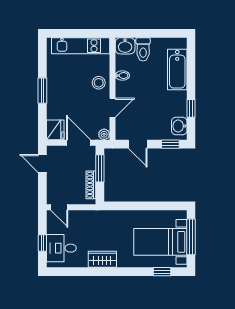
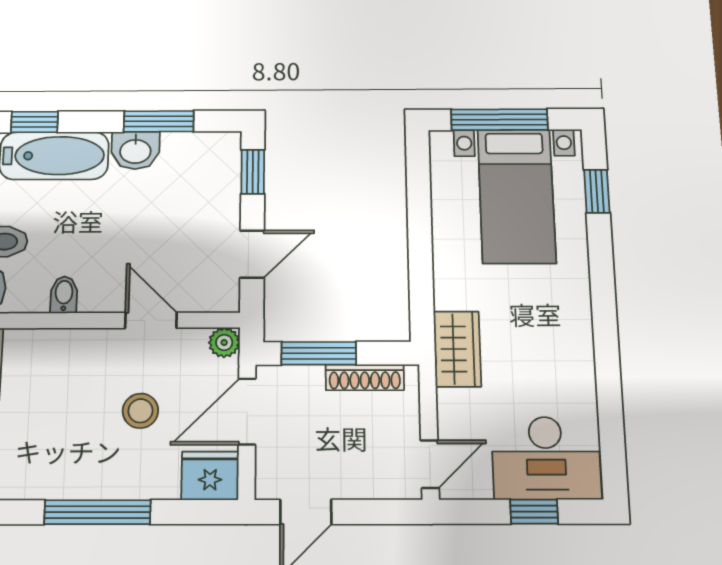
window: (191, 61) -> (34, 122), added
stool: (99, 83) -> (140, 411), moved
window: (42, 91) -> (97, 512), width x1.44
window: (191, 108) -> (159, 121), width x1.50
washbasin: (179, 126) -> (135, 150), moved
desk: (61, 248) -> (546, 458), width x1.37
wardrobe: (102, 259) -> (457, 349), moved, turned 180

